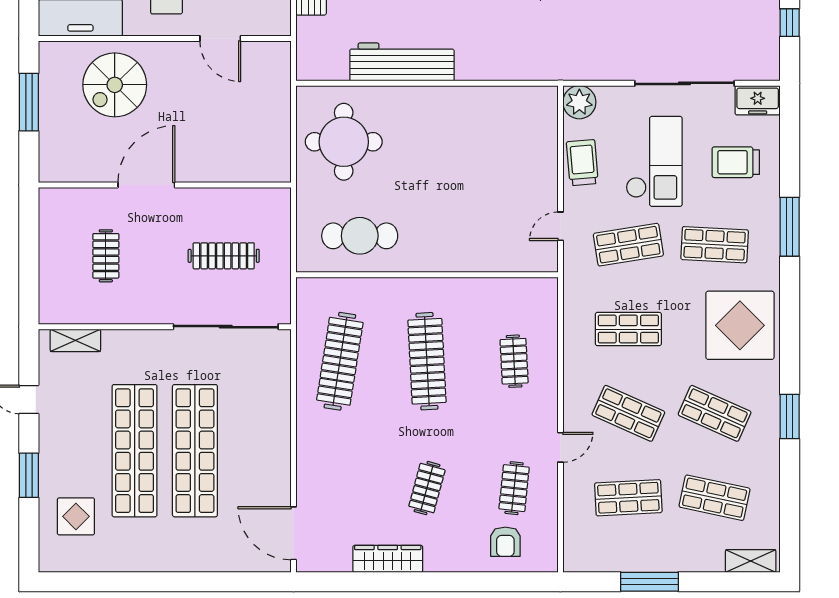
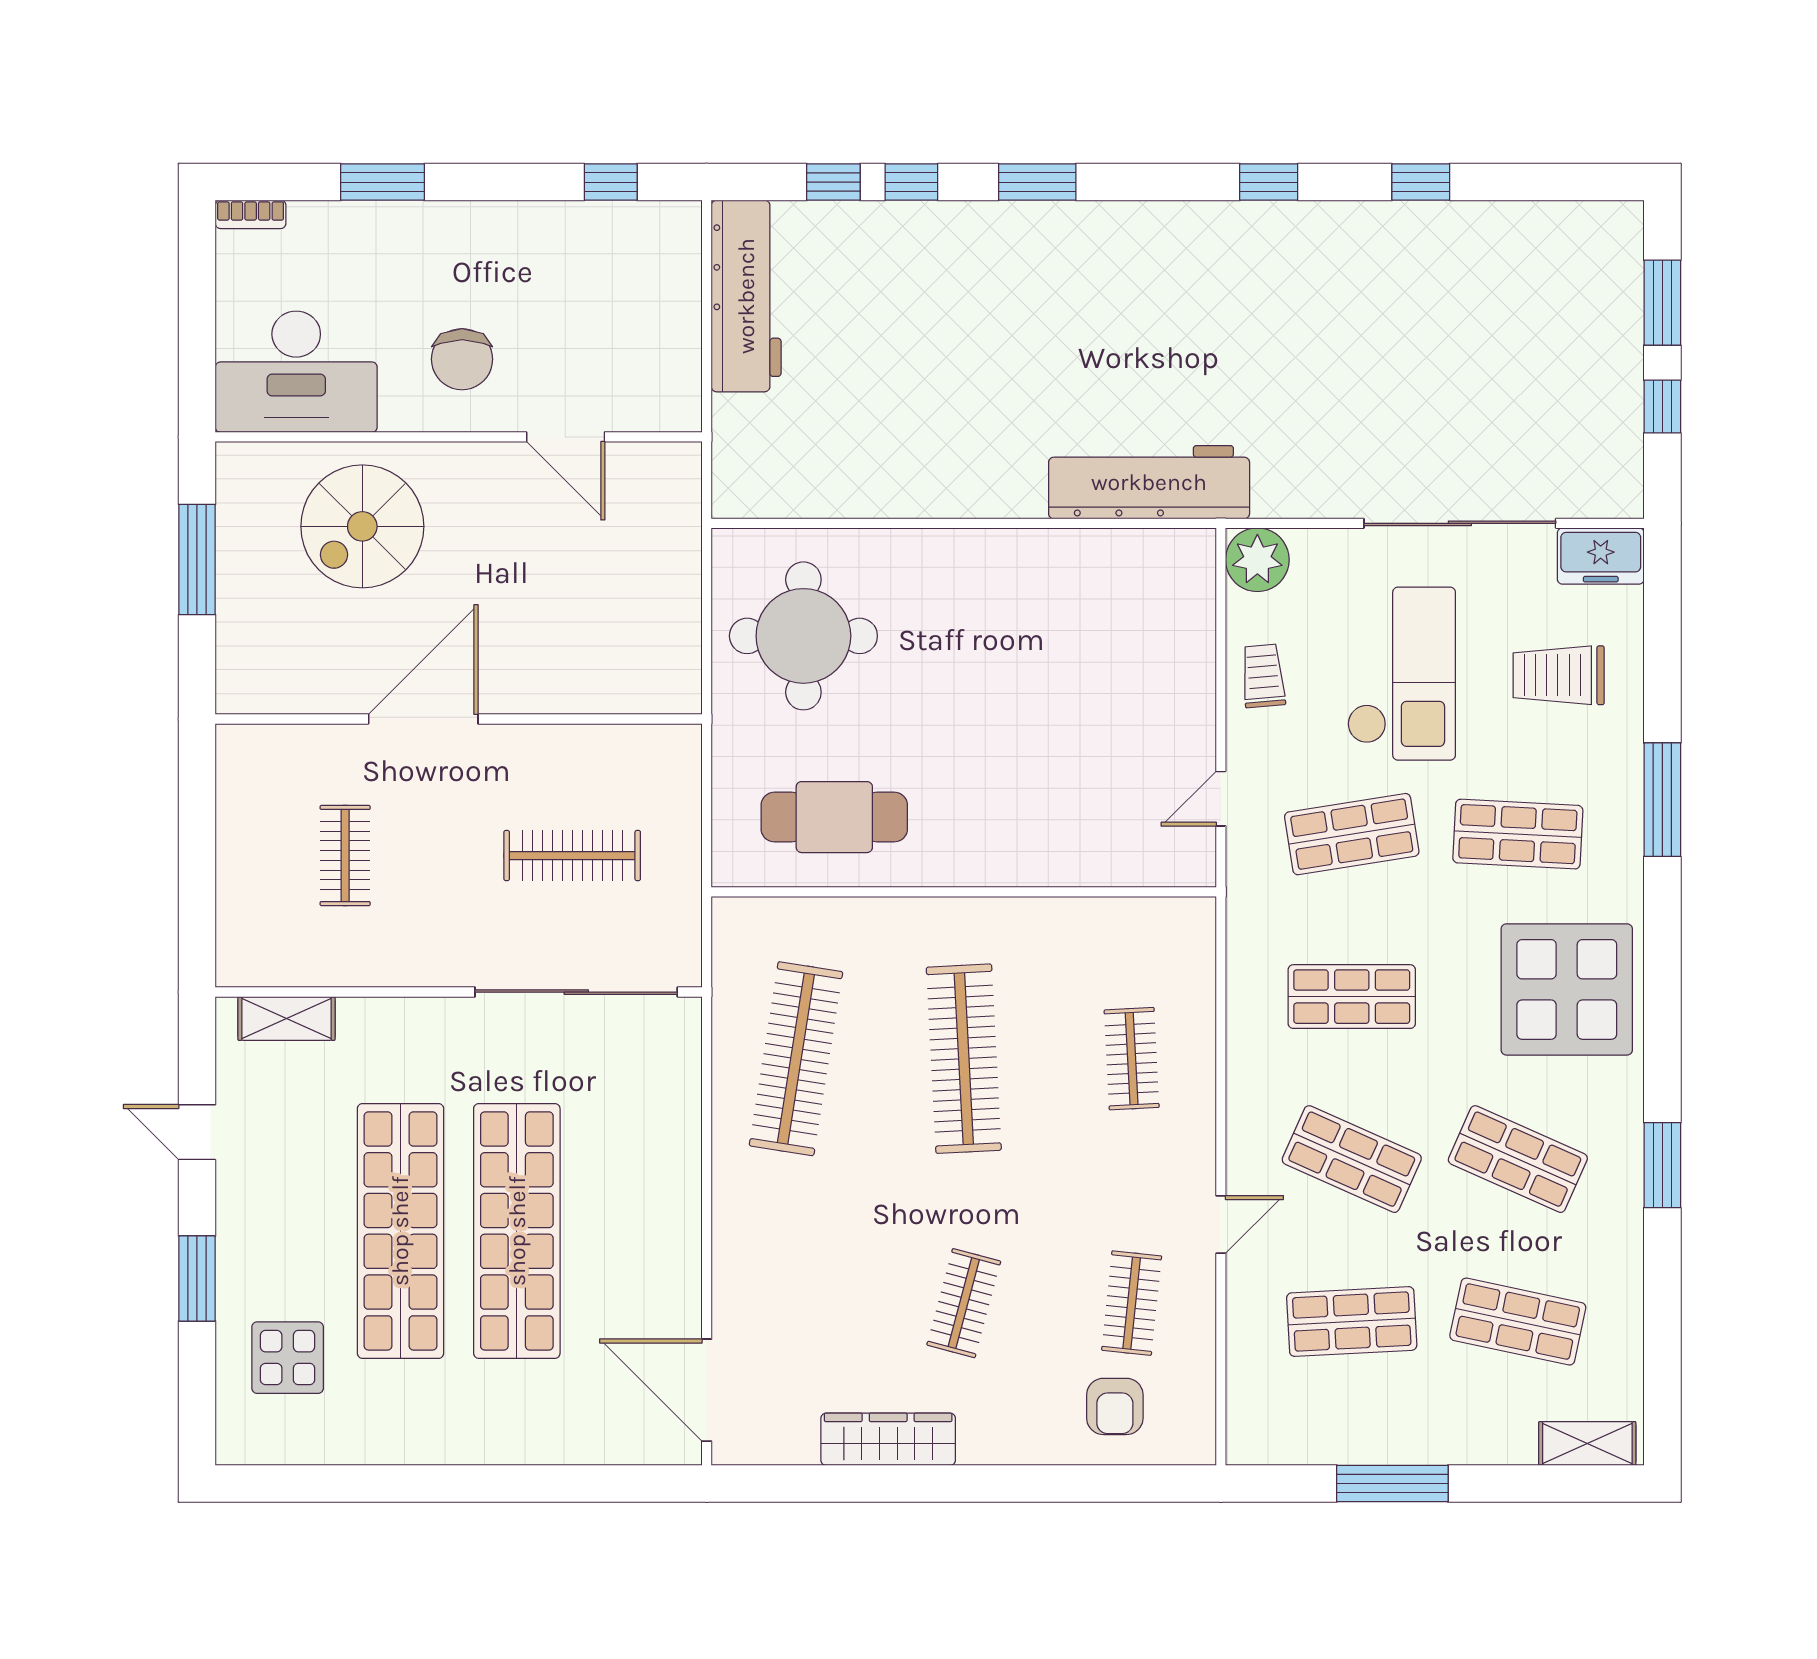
workbench: (402, 62) -> (1149, 482), moved
trolley: (582, 163) -> (1263, 676), width x0.73, depth x0.72

